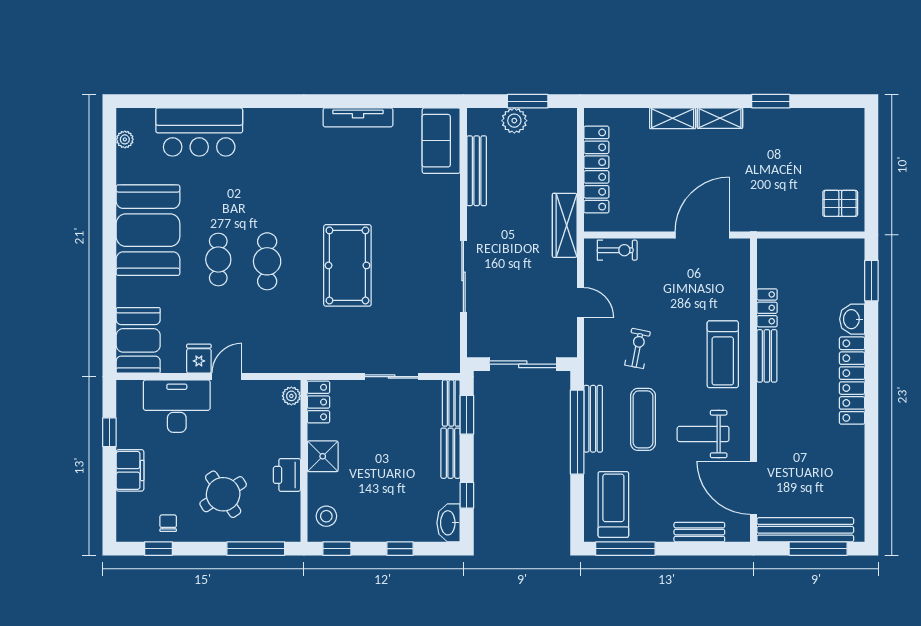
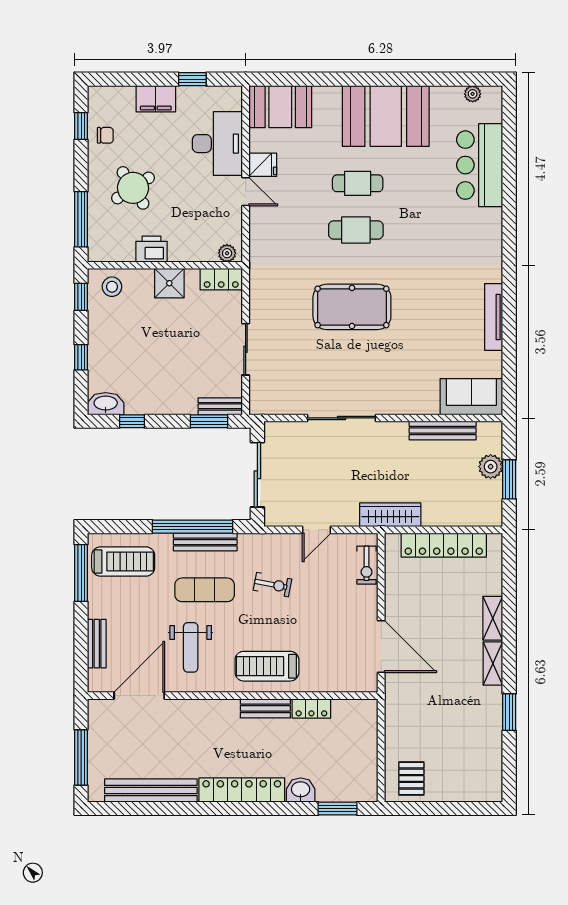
weight bench: (703, 434) -> (191, 647), turned 180
bench: (451, 453) -> (172, 406), removed
bench: (805, 530) -> (151, 791), moved, turned 90

